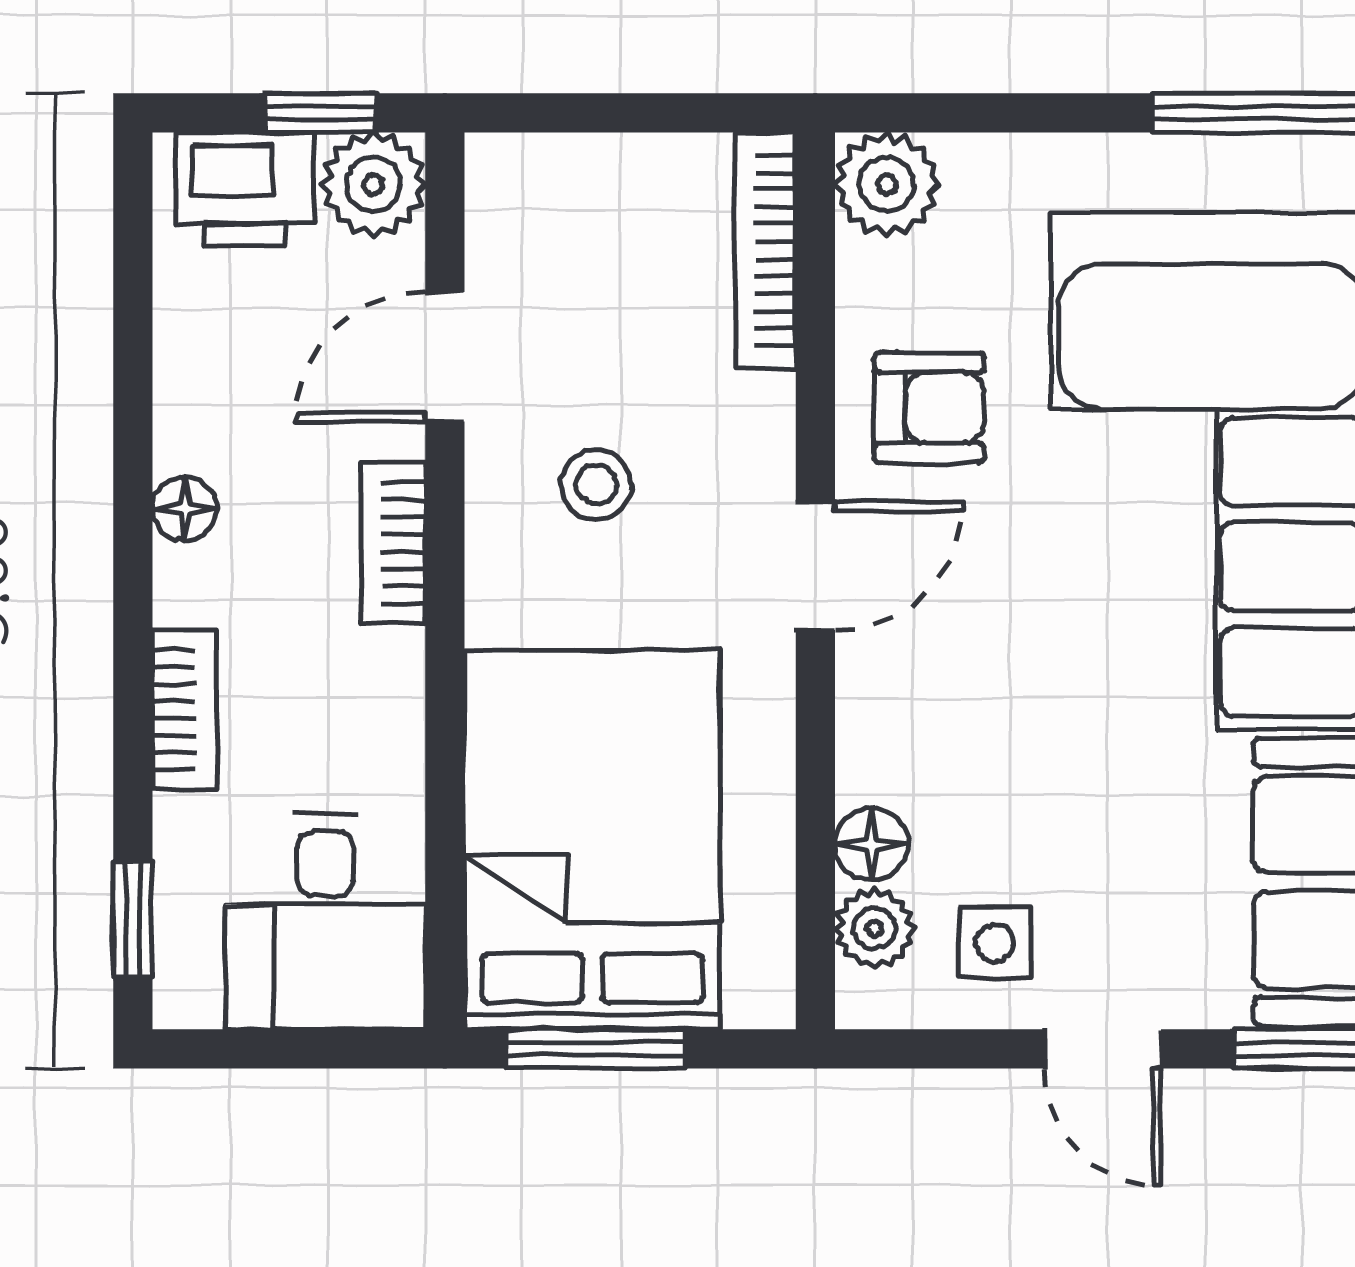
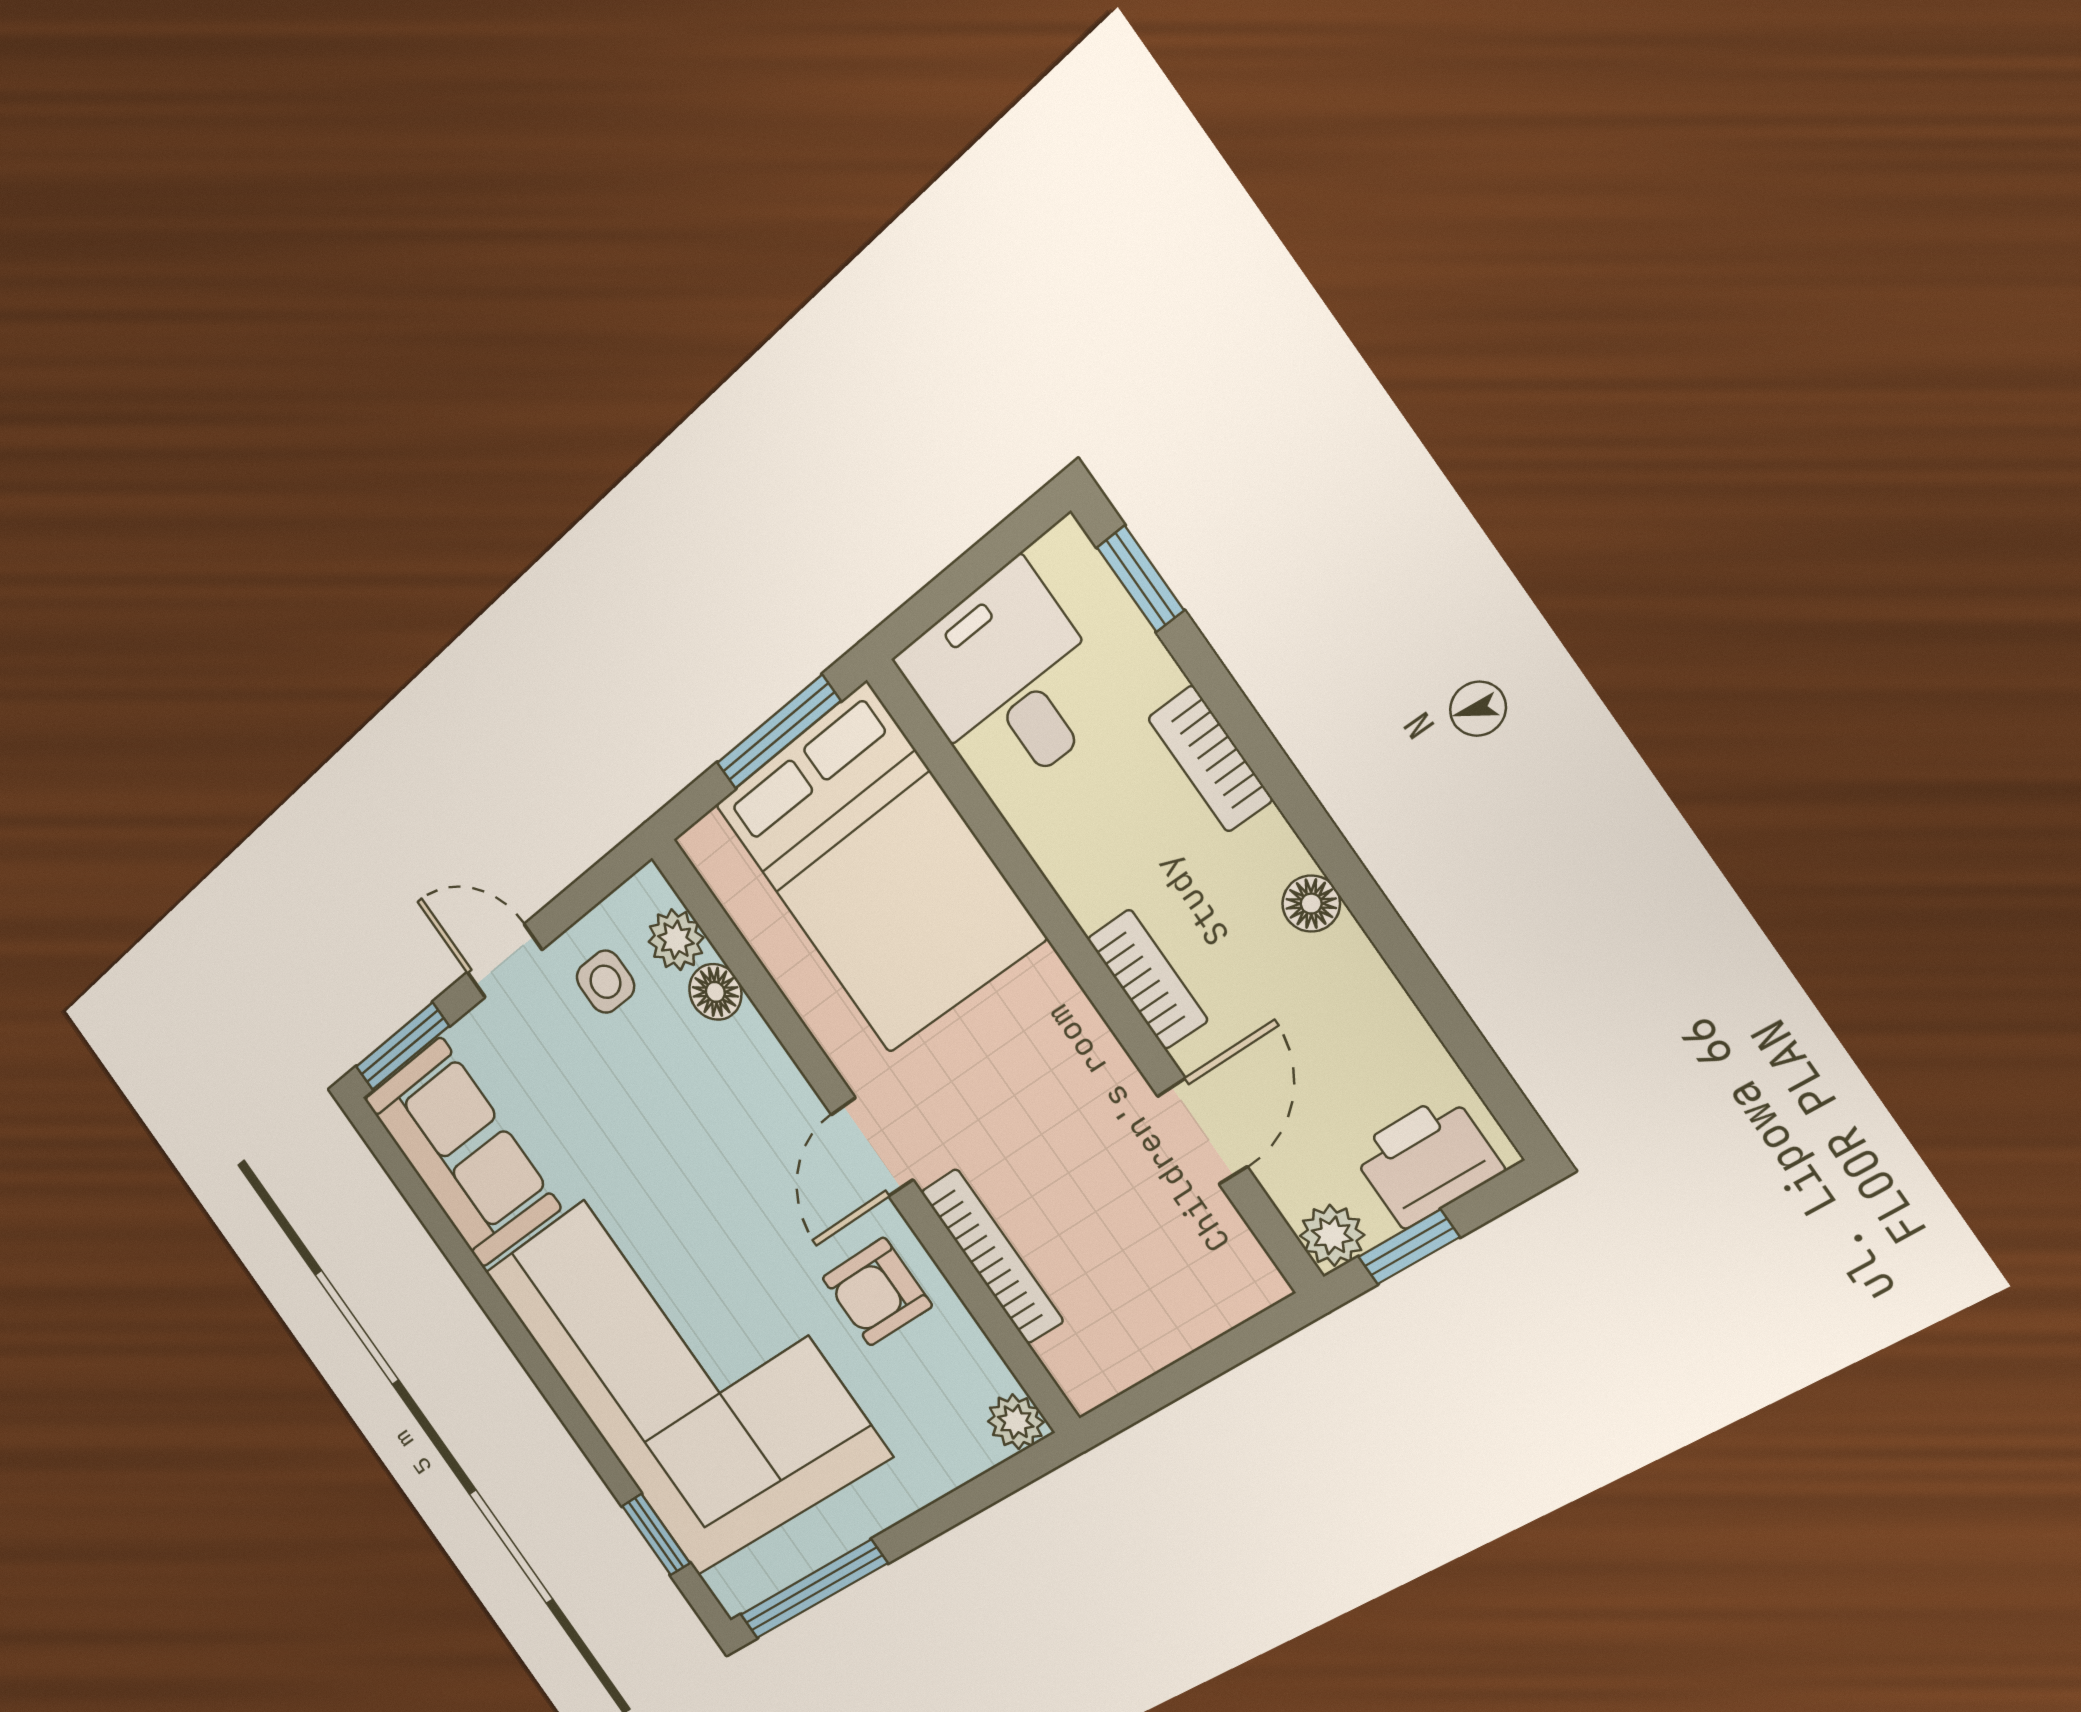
plant: (373, 184) -> (1332, 1235), width x0.73, depth x0.73
plant: (887, 184) -> (1016, 1422), width x0.73, depth x0.73
bookcase: (766, 250) -> (992, 1257), moved
stool: (596, 485) -> (1043, 1110), removed

